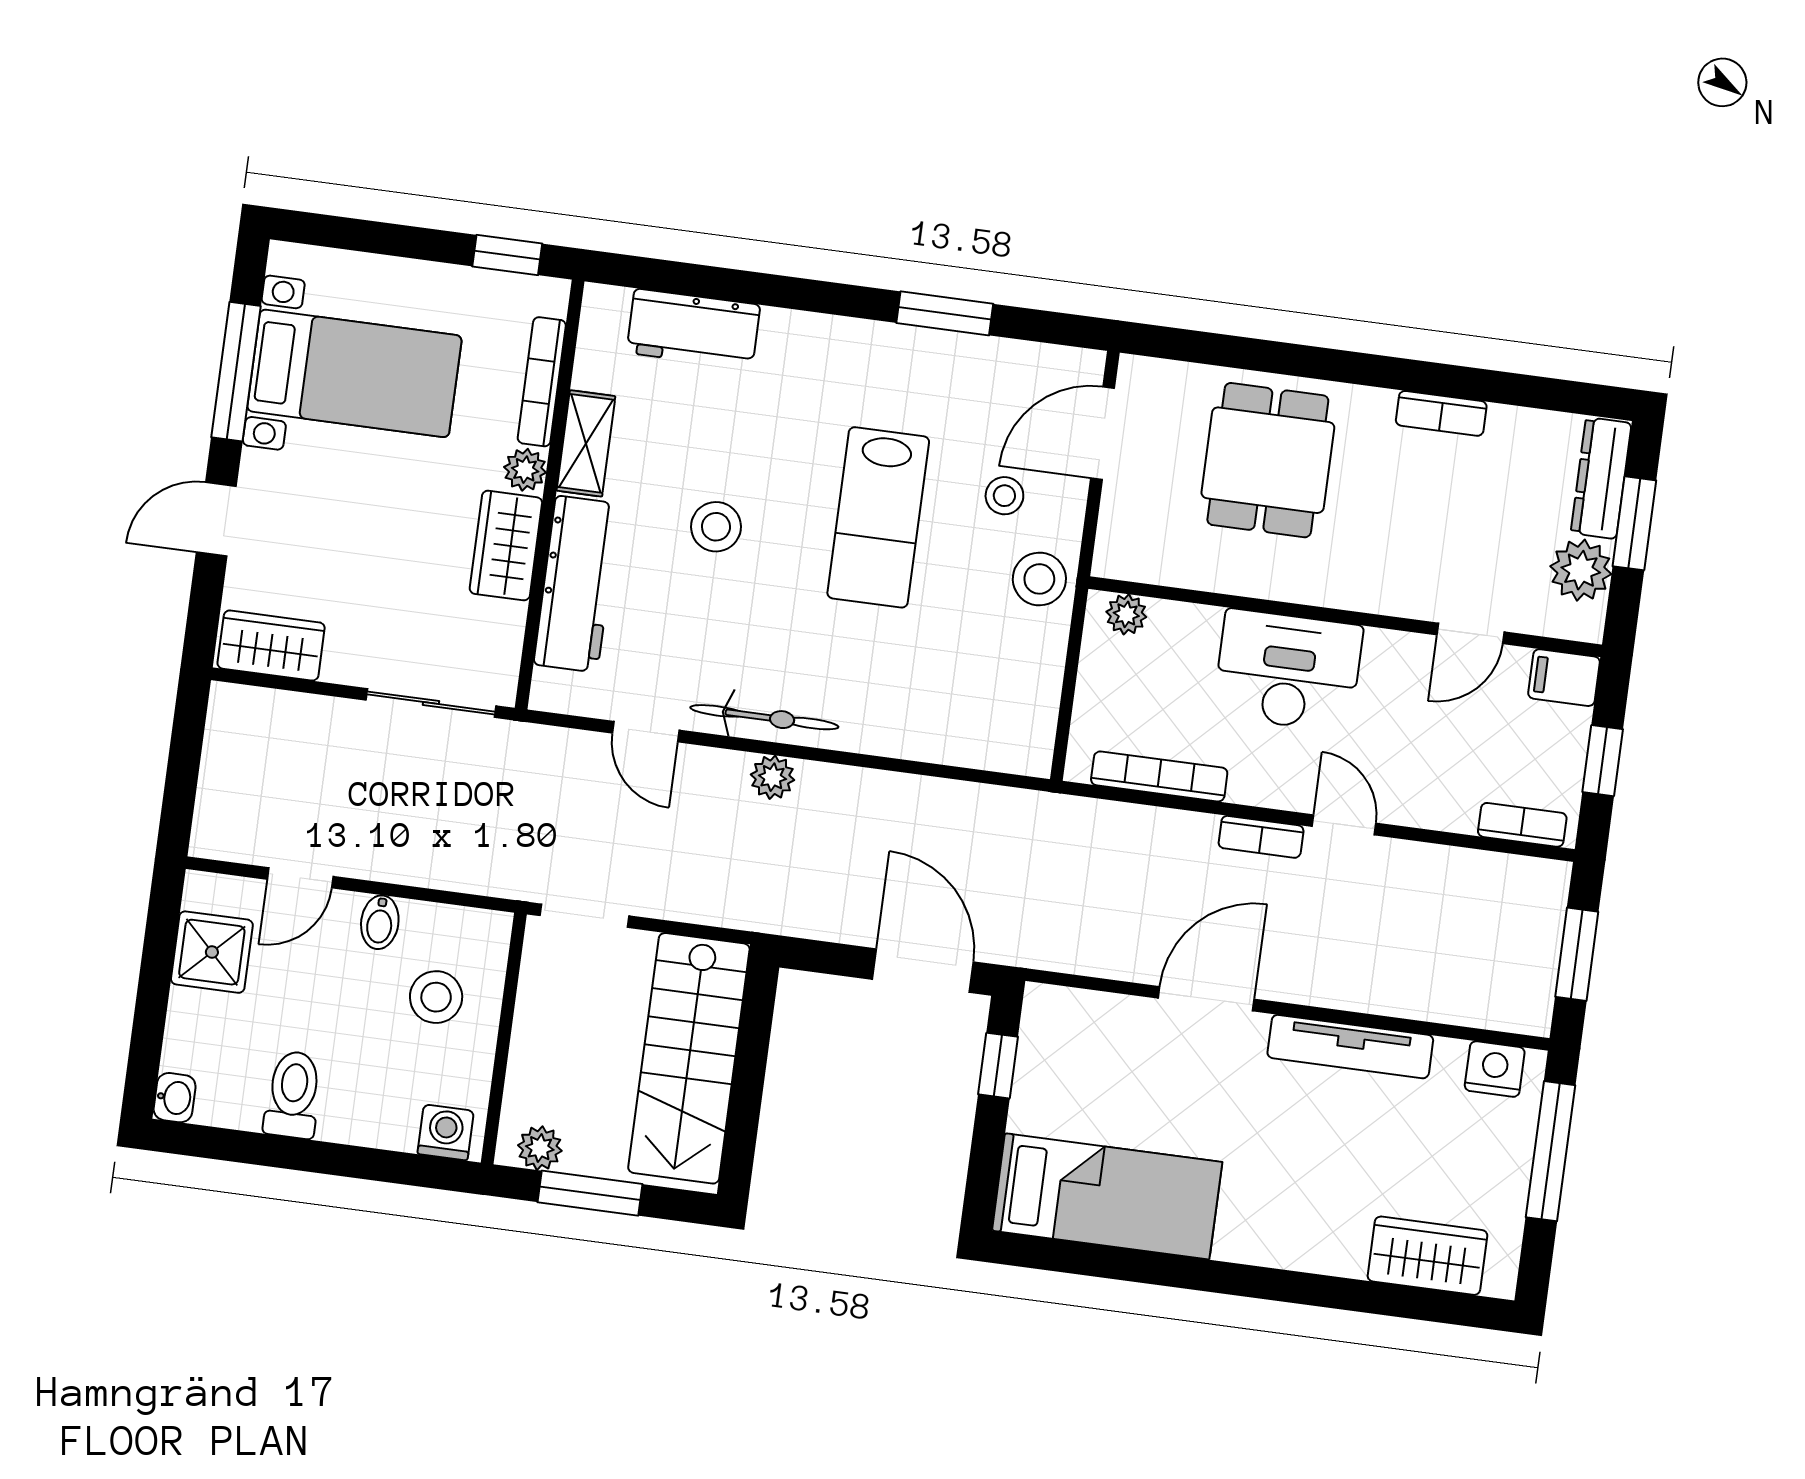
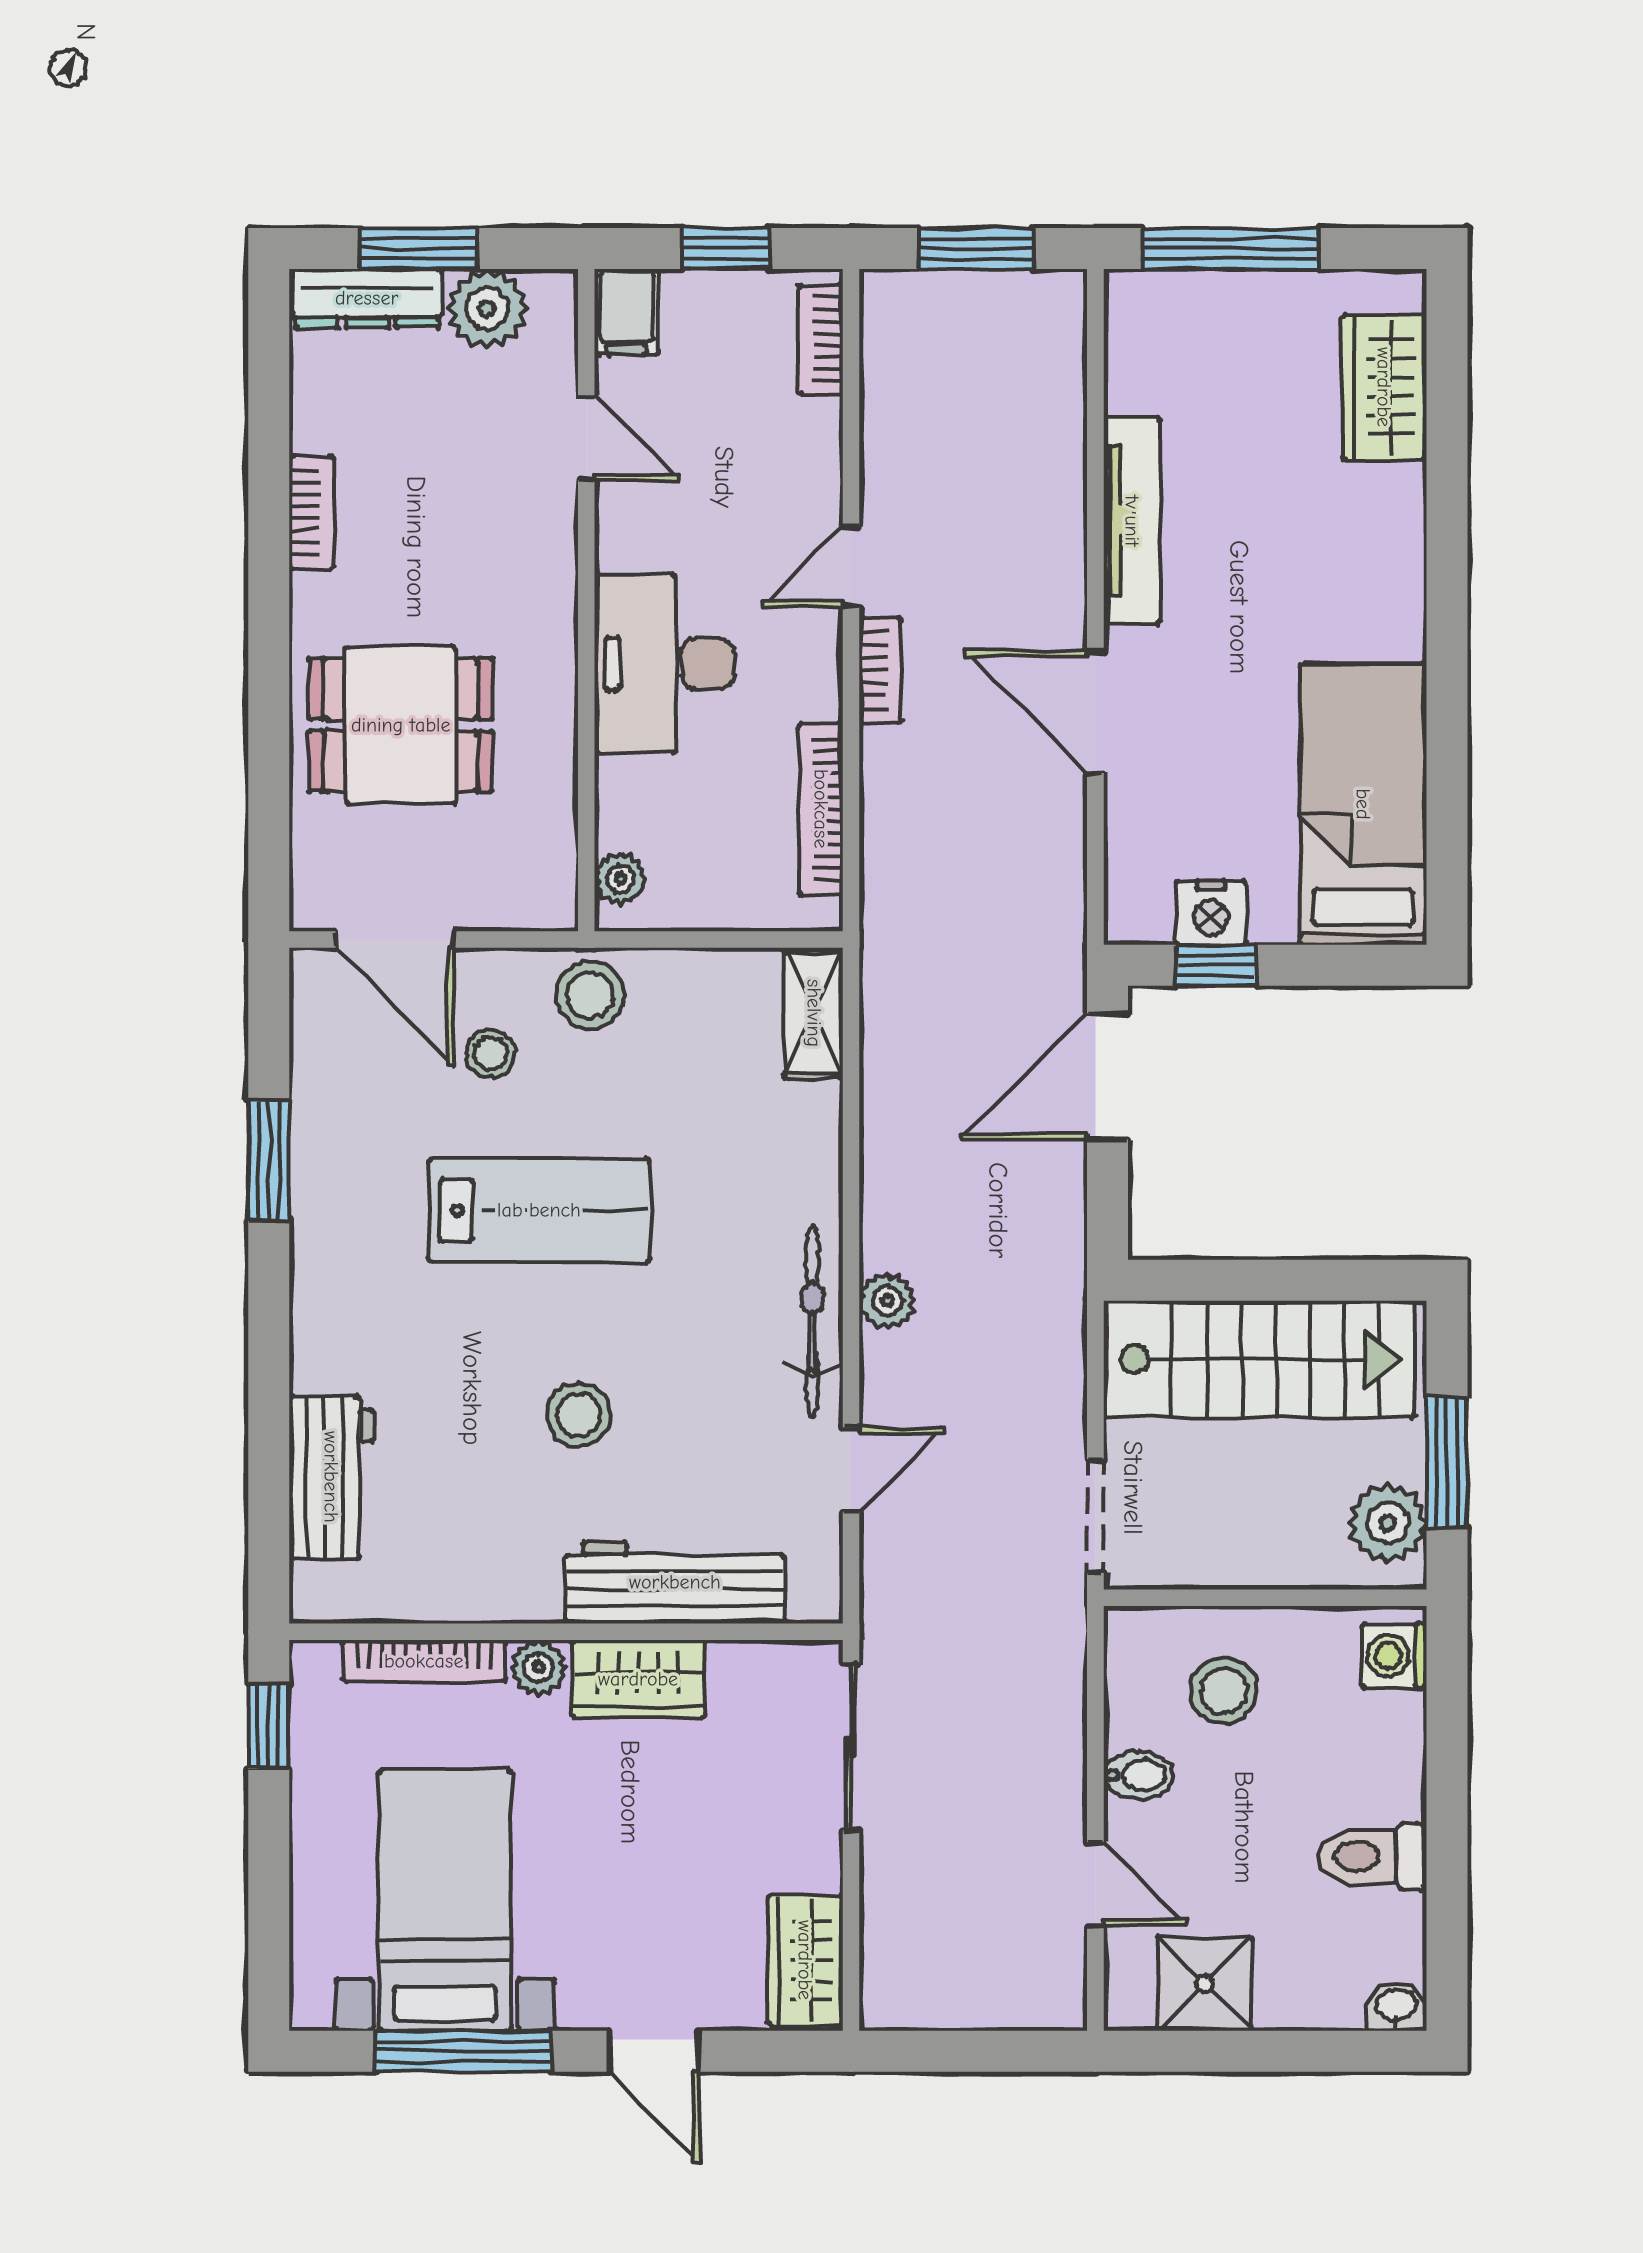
shelving: (586, 443) -> (814, 1013), moved, turned 90
nightstand: (1495, 1069) -> (1211, 913), moved, turned -90
plant: (540, 1148) -> (1387, 1523), width x1.38, depth x1.38

